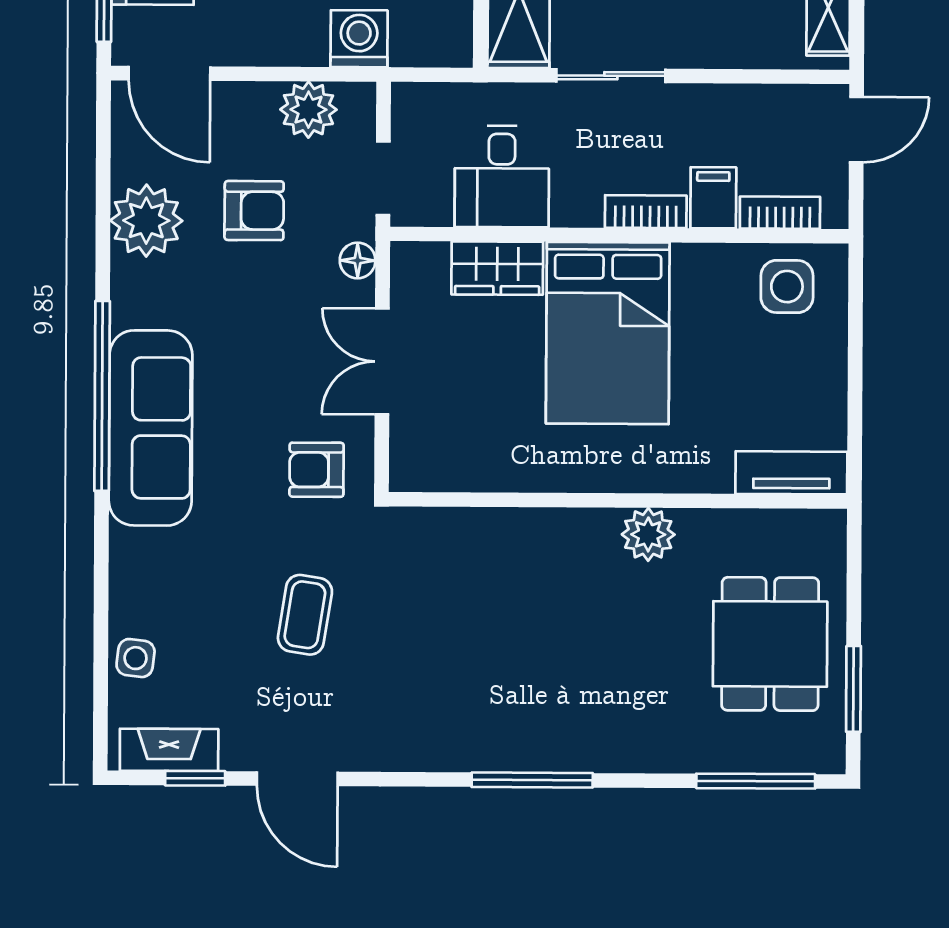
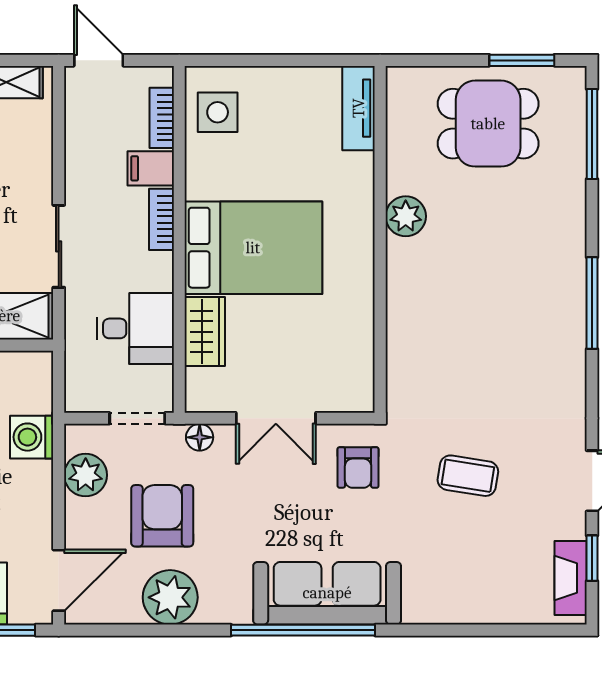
armchair: (254, 211) -> (162, 516), width x1.38, depth x1.38
side table: (136, 658) -> (501, 604), removed

